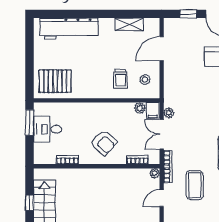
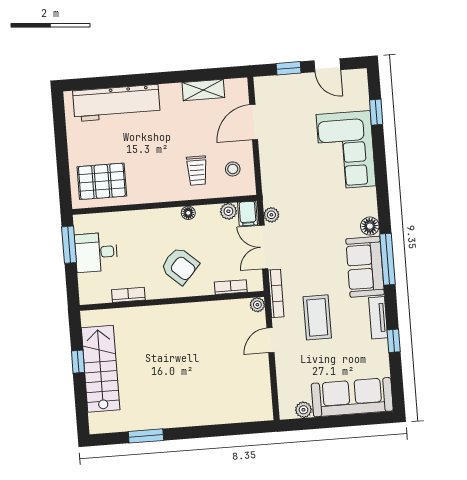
floor lamp: (112, 107) -> (188, 213), added

